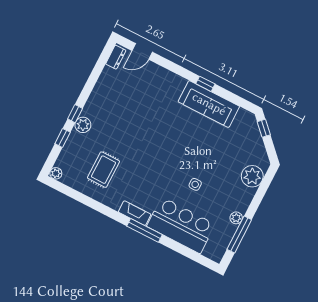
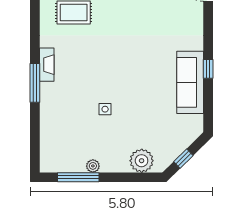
window: (264, 128) -> (183, 159), moved
bar counter: (181, 225) -> (58, 116), removed

